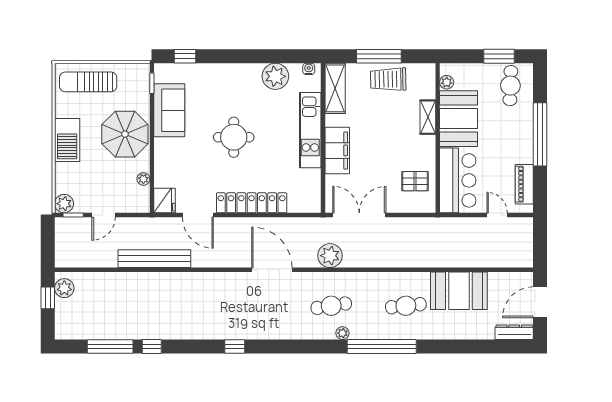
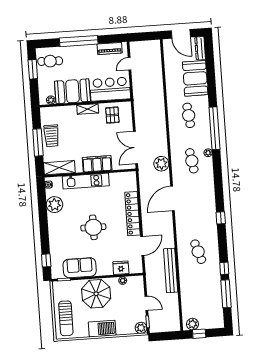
shelving: (428, 117) -> (88, 109), moved
fridge: (165, 201) -> (121, 268), moved
booth: (459, 291) -> (195, 78), moved
cafe table: (182, 306) -> (198, 252), added

